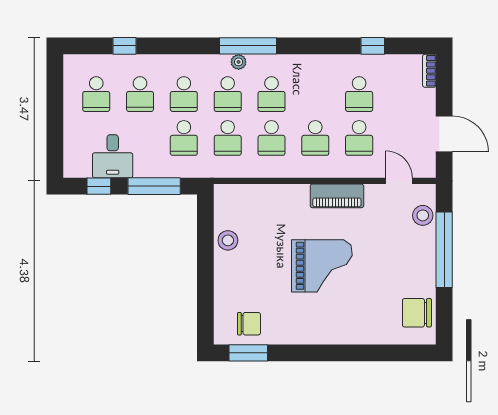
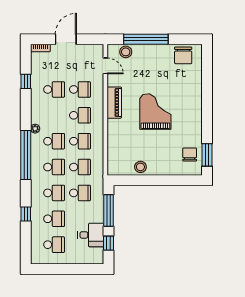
window: (124, 46) -> (26, 214), moved
window: (248, 46) -> (26, 155), width x1.46
plant: (239, 62) -> (35, 129), moved
door: (444, 134) -> (66, 39), moved
door: (399, 181) -> (105, 66), swing flipped

